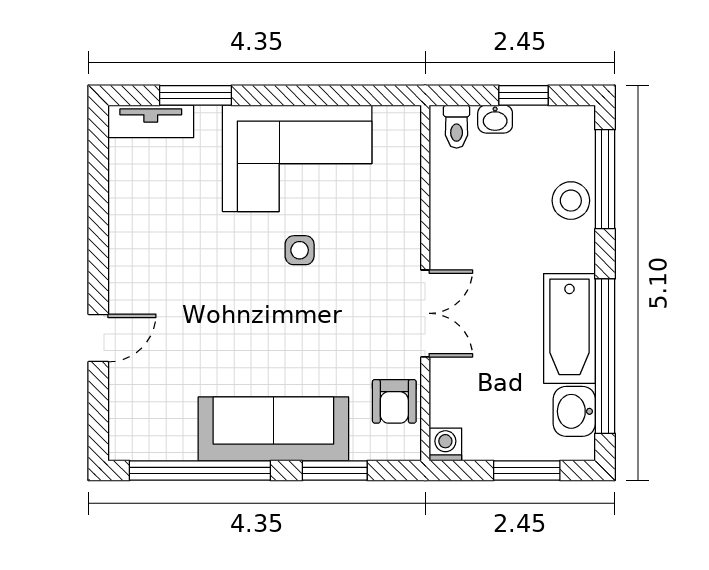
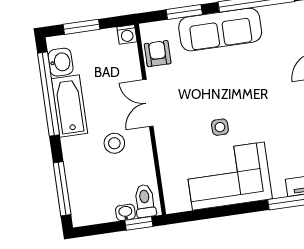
window: (523, 95) -> (139, 223), moved
toilet: (457, 127) -> (145, 201), width x1.37, depth x1.39
stool: (571, 201) -> (114, 143), moved

